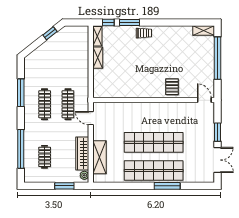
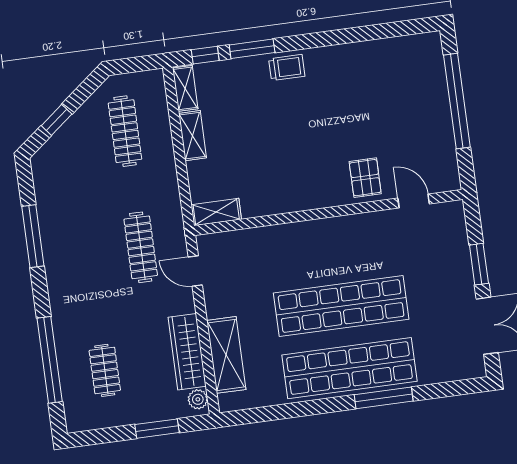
shelving: (204, 31) -> (216, 212), moved
window: (50, 33) -> (57, 120), moved
door: (204, 100) -> (414, 201), moved
clothes rail: (45, 104) -> (125, 131), moved

